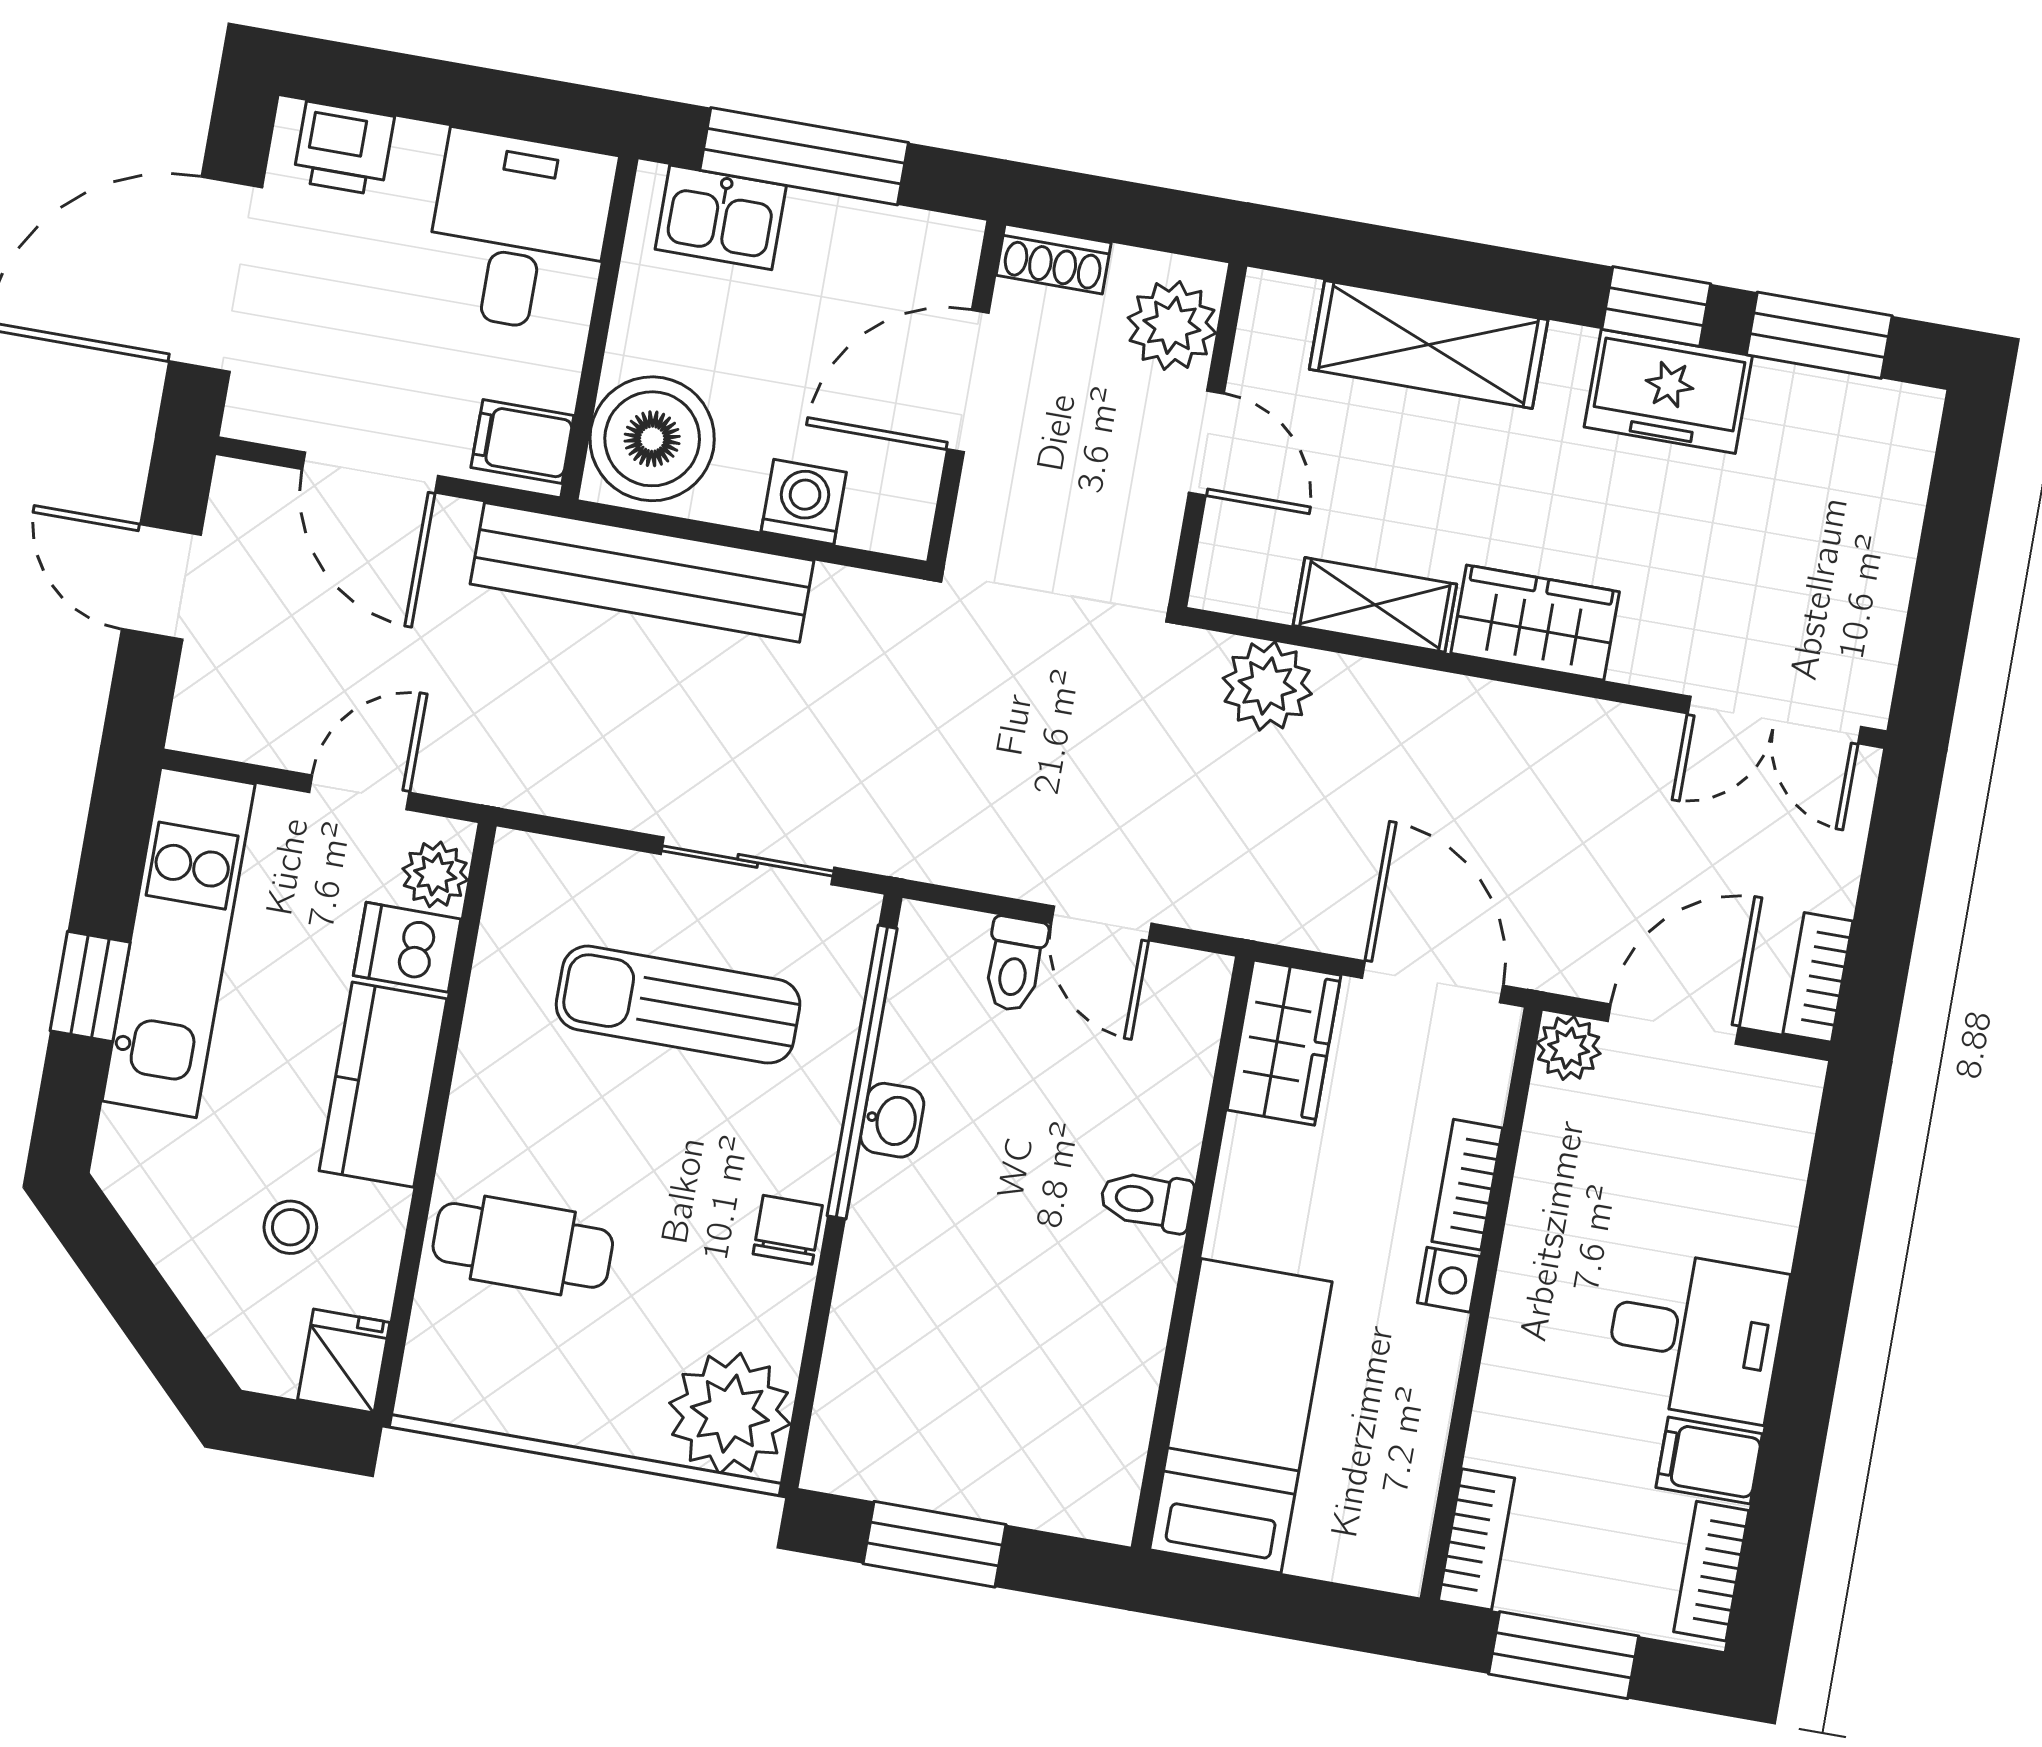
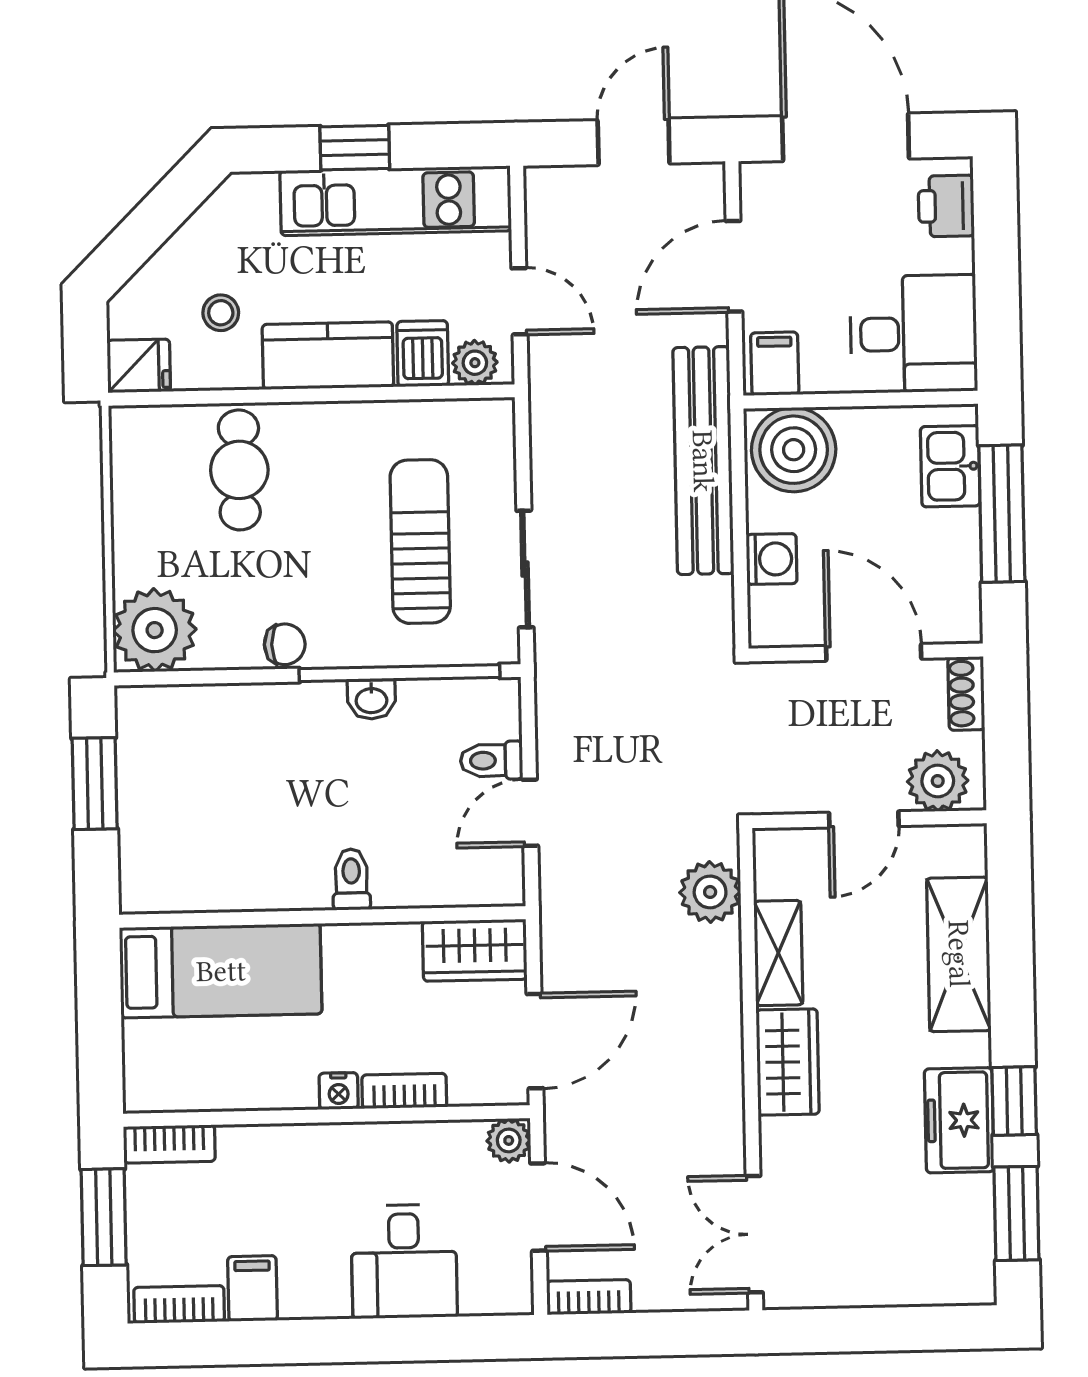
desk: (1695, 1336) -> (404, 1261), moved

